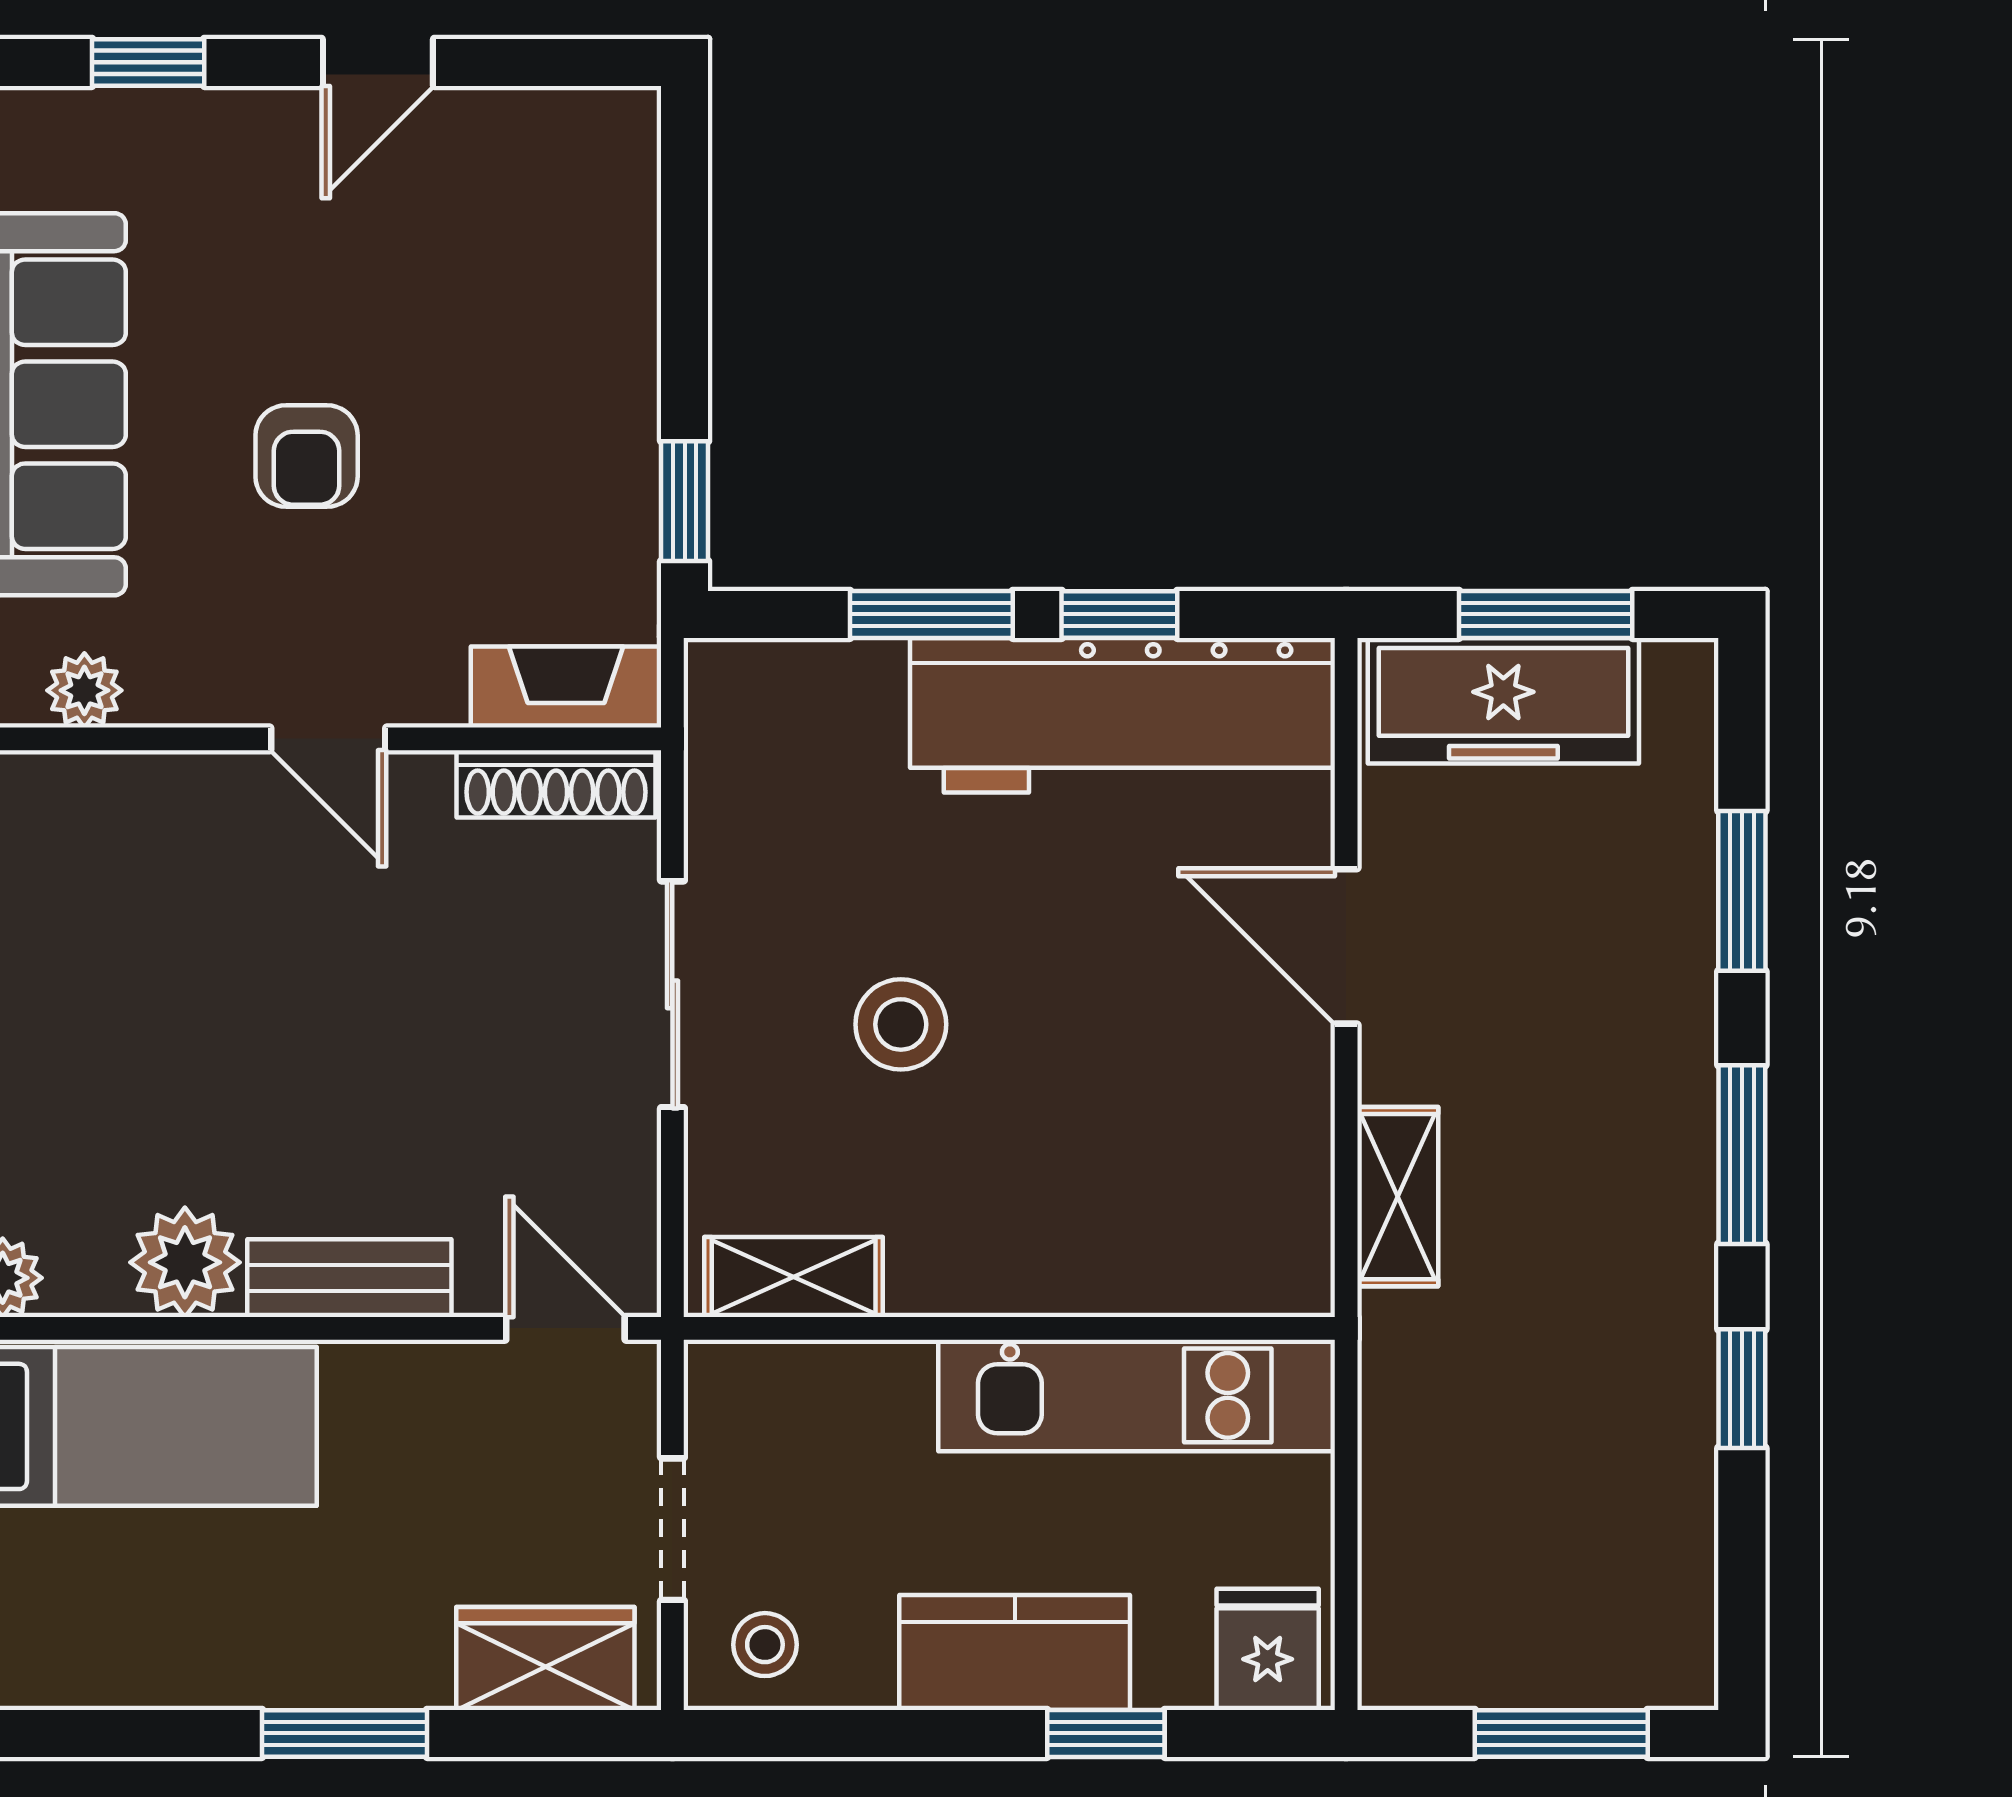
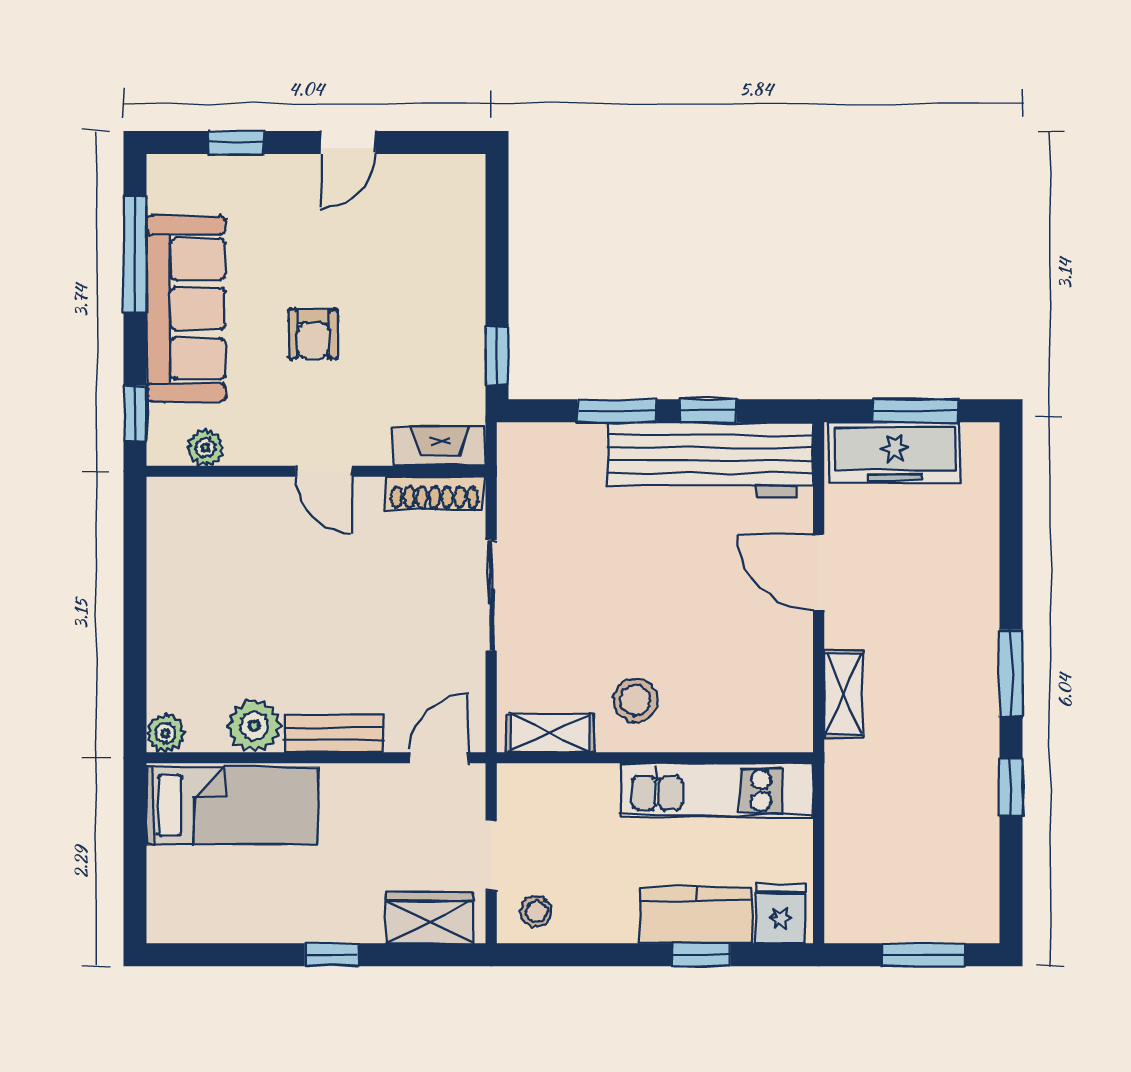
window: (1742, 891) -> (1011, 545), removed
stool: (901, 1024) -> (635, 700), moved
door: (565, 1328) -> (439, 758), hinge flipped
kitchen counter: (1015, 1652) -> (696, 915), moved
window: (345, 1733) -> (332, 955), width x0.67

